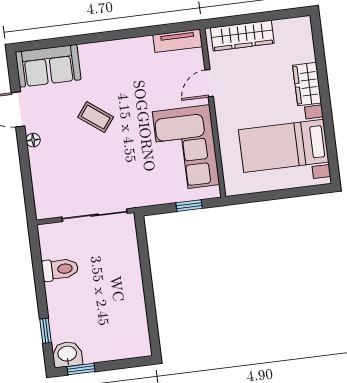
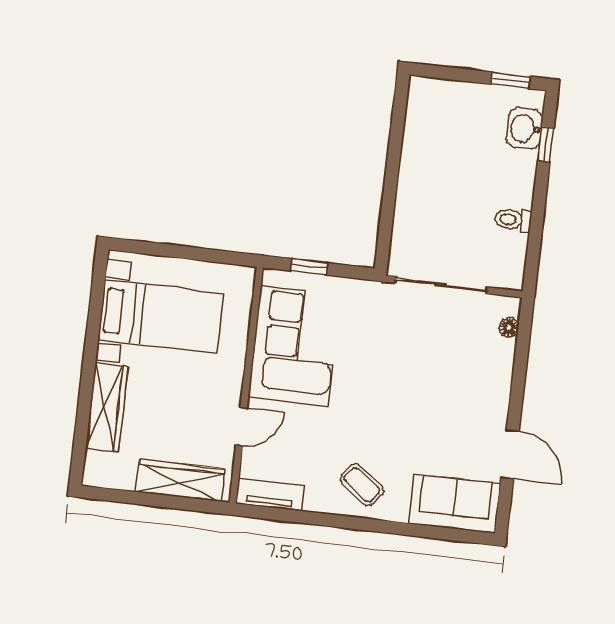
wardrobe: (307, 84) -> (107, 407), width x1.50
coffee table: (96, 117) -> (362, 485), moved
floor lamp: (33, 140) -> (509, 327), moved
toilet: (60, 269) -> (513, 220), width x0.73, depth x0.72
washbasin: (67, 354) -> (525, 128), moved, turned 90

